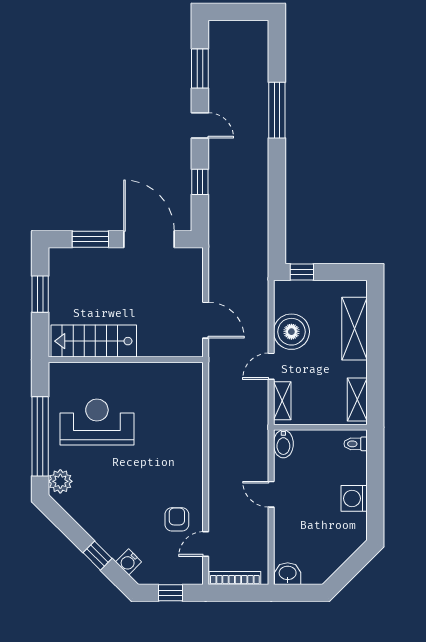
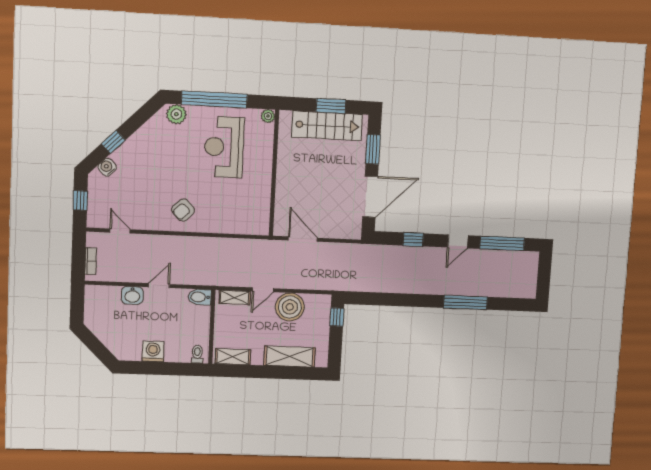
window: (200, 69) -> (502, 243), width x1.44
door: (206, 320) -> (303, 239), swing flipped
stairs: (94, 341) -> (327, 126), moved, turned 90
door: (271, 366) -> (263, 290), swing flipped
plant: (57, 370) -> (268, 116), added
reception desk: (97, 422) -> (224, 147), turned 180
armchair: (177, 519) -> (183, 210), moved, turned 136
washbasin: (288, 574) -> (132, 295), moved, turned 90
bookcase: (235, 578) -> (91, 261), width x0.64

